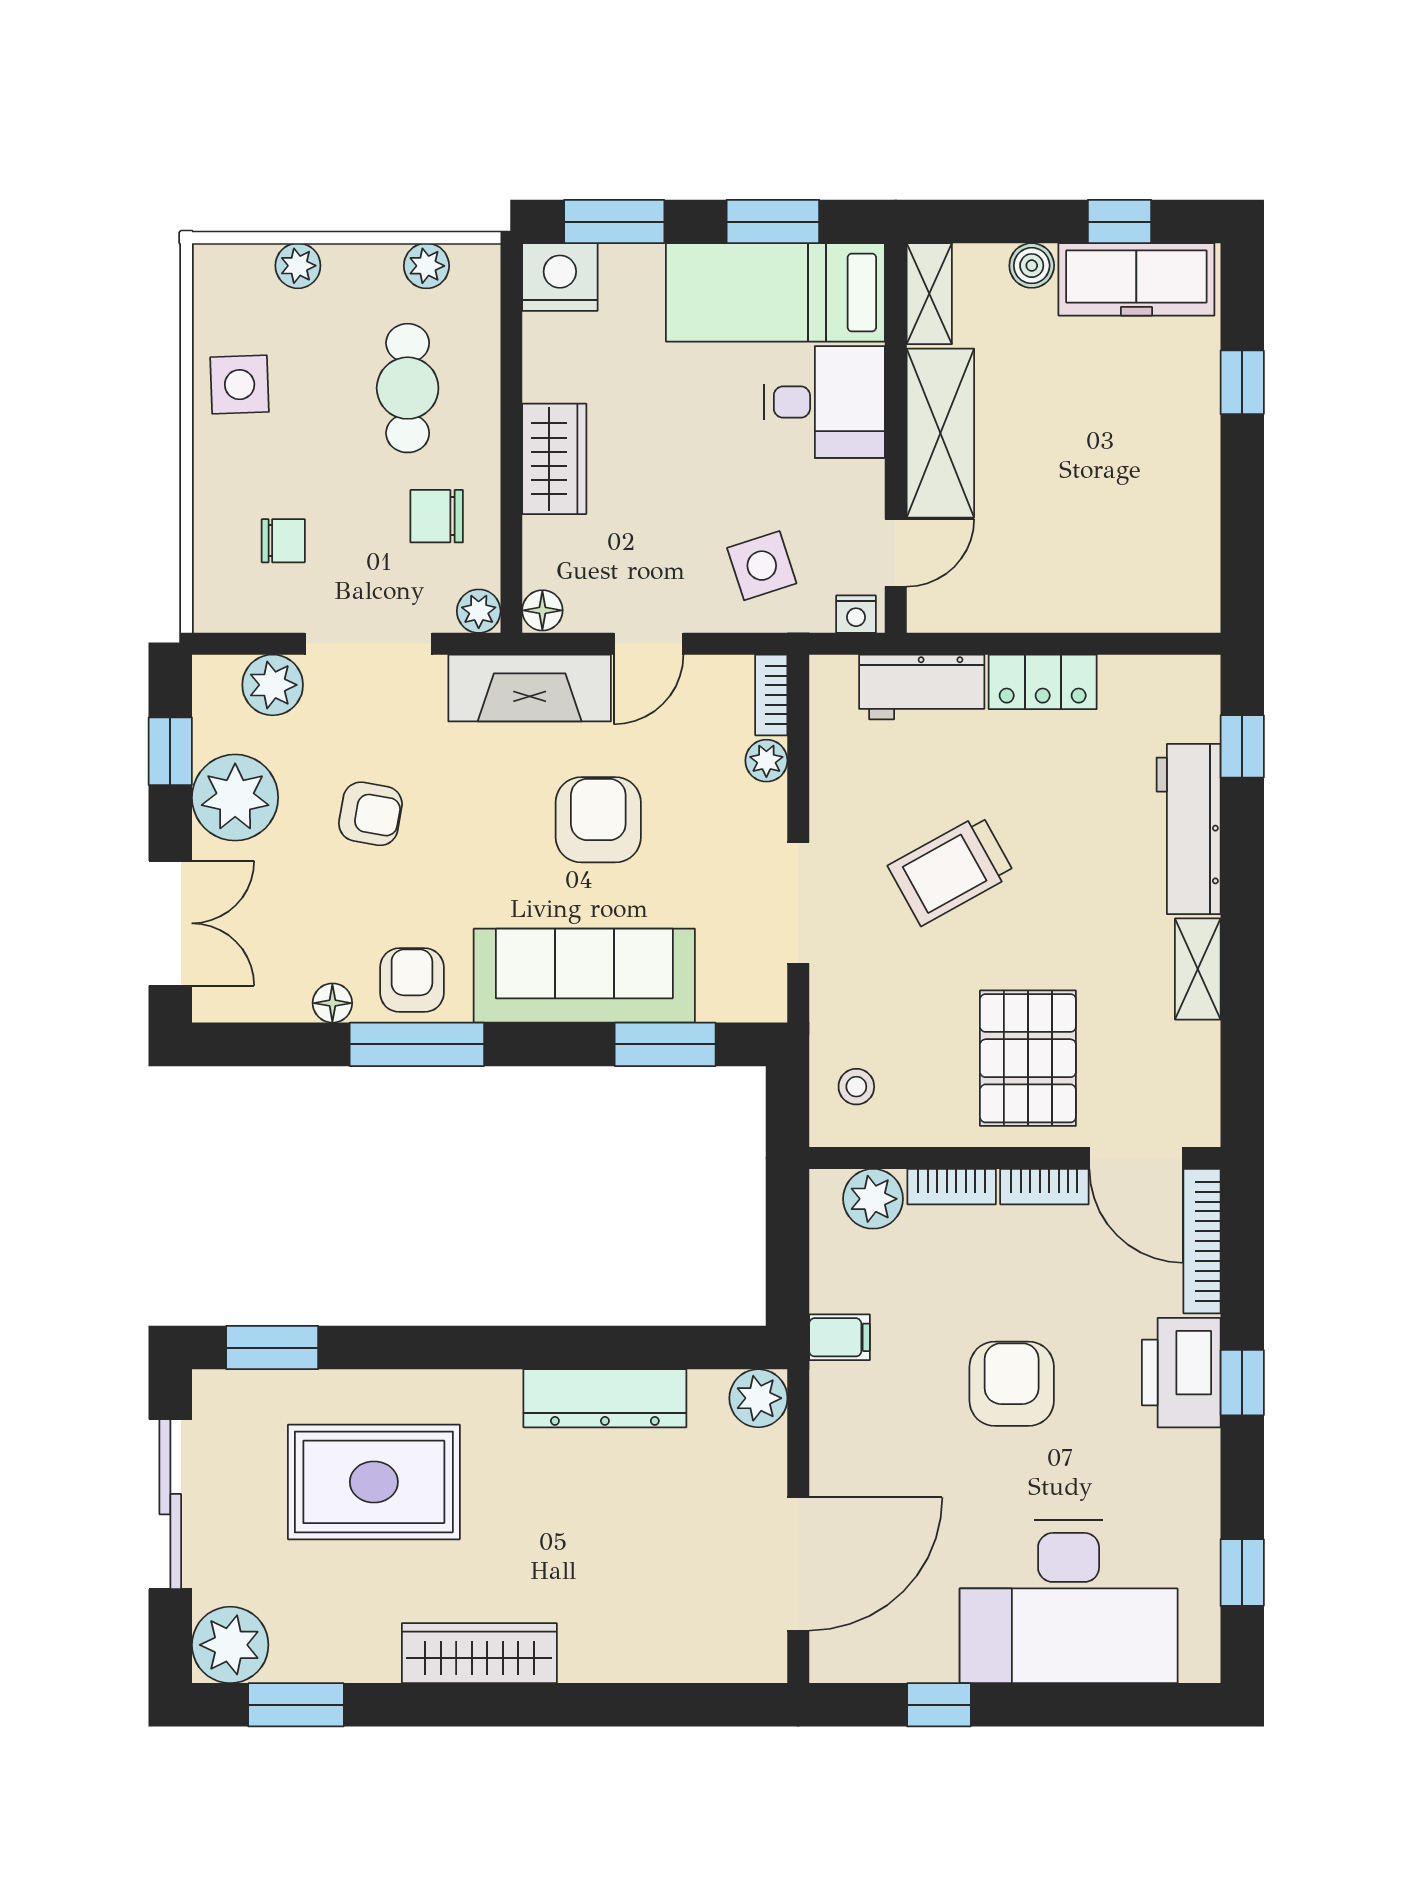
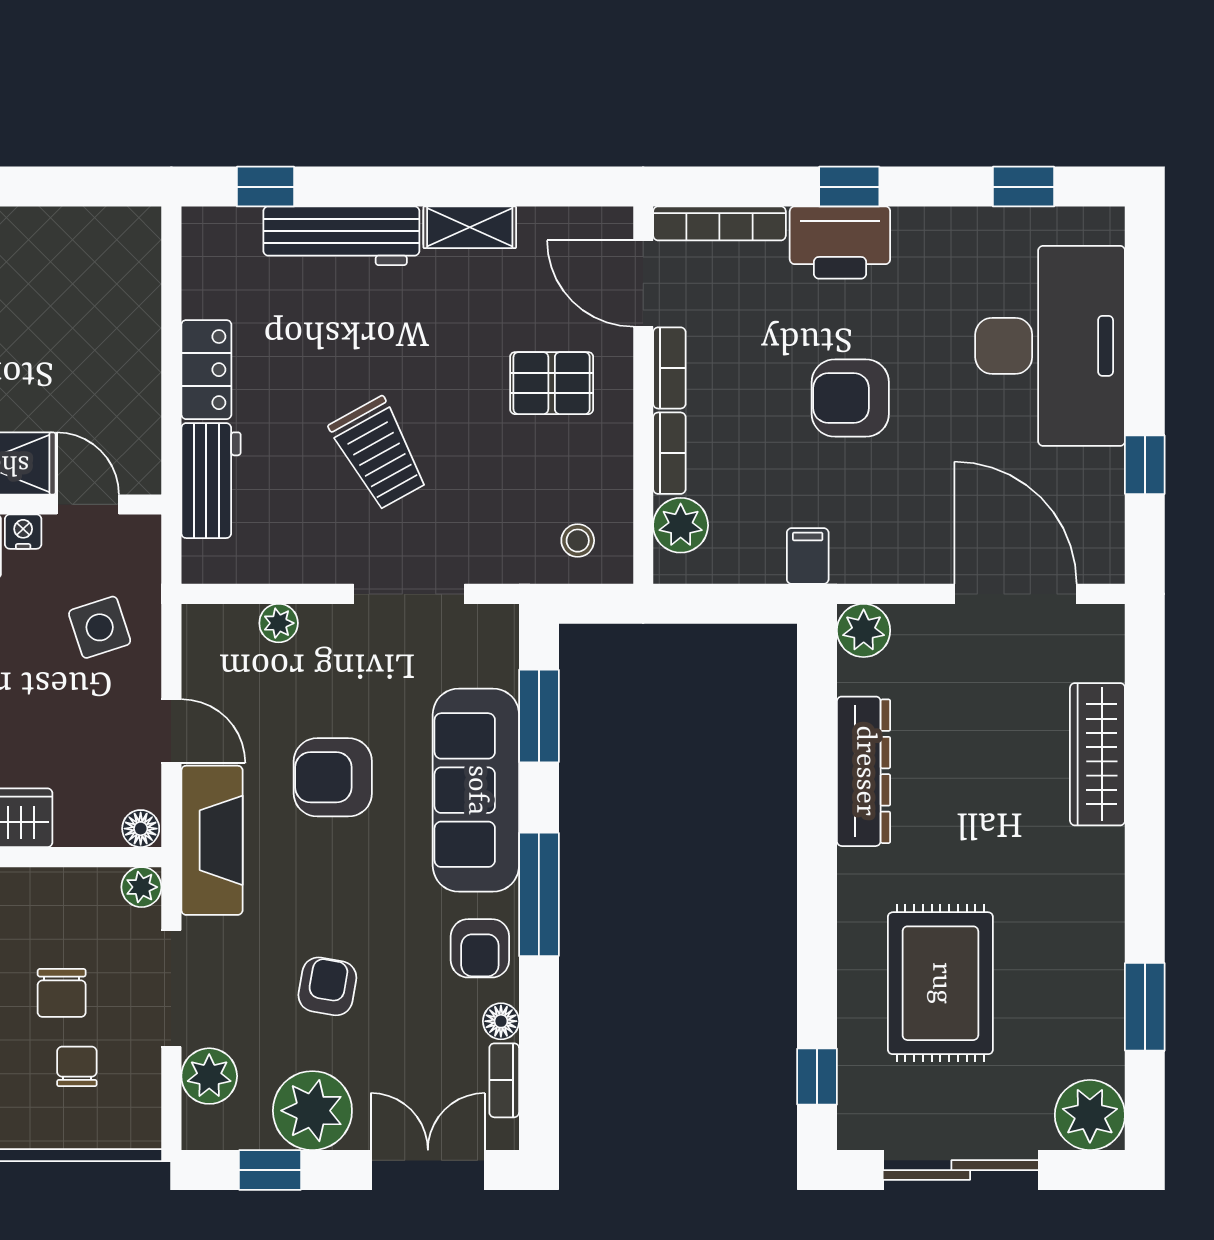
chair: (437, 516) -> (62, 993), moved
nightstand: (856, 614) -> (23, 532), moved, turned -90
bookcase: (771, 695) -> (504, 1080), moved, turned 90
armchair: (412, 980) -> (480, 948), turned -90
window: (417, 1044) -> (539, 894), moved
pallet: (1028, 1058) -> (552, 383), width x0.67, depth x0.71
door: (1136, 1158) -> (643, 284), swing flipped
window: (272, 1348) -> (817, 1077), width x0.67
wardrobe: (479, 1653) -> (1097, 754), moved
window: (296, 1705) -> (1145, 1007), moved

